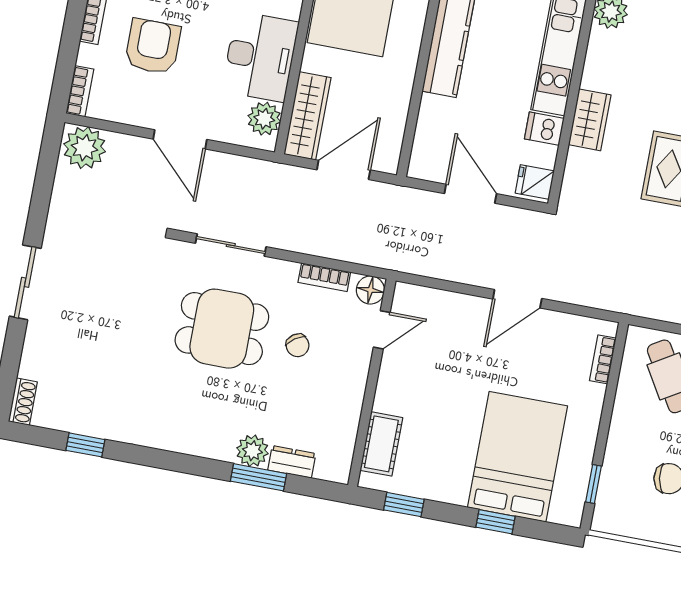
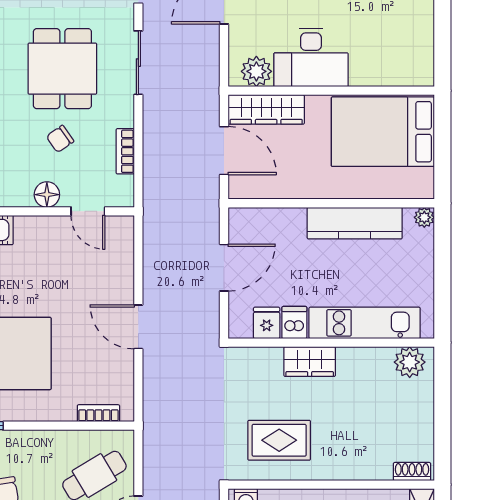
fridge: (535, 182) -> (267, 323), moved
floor lamp: (370, 290) -> (47, 195), moved

